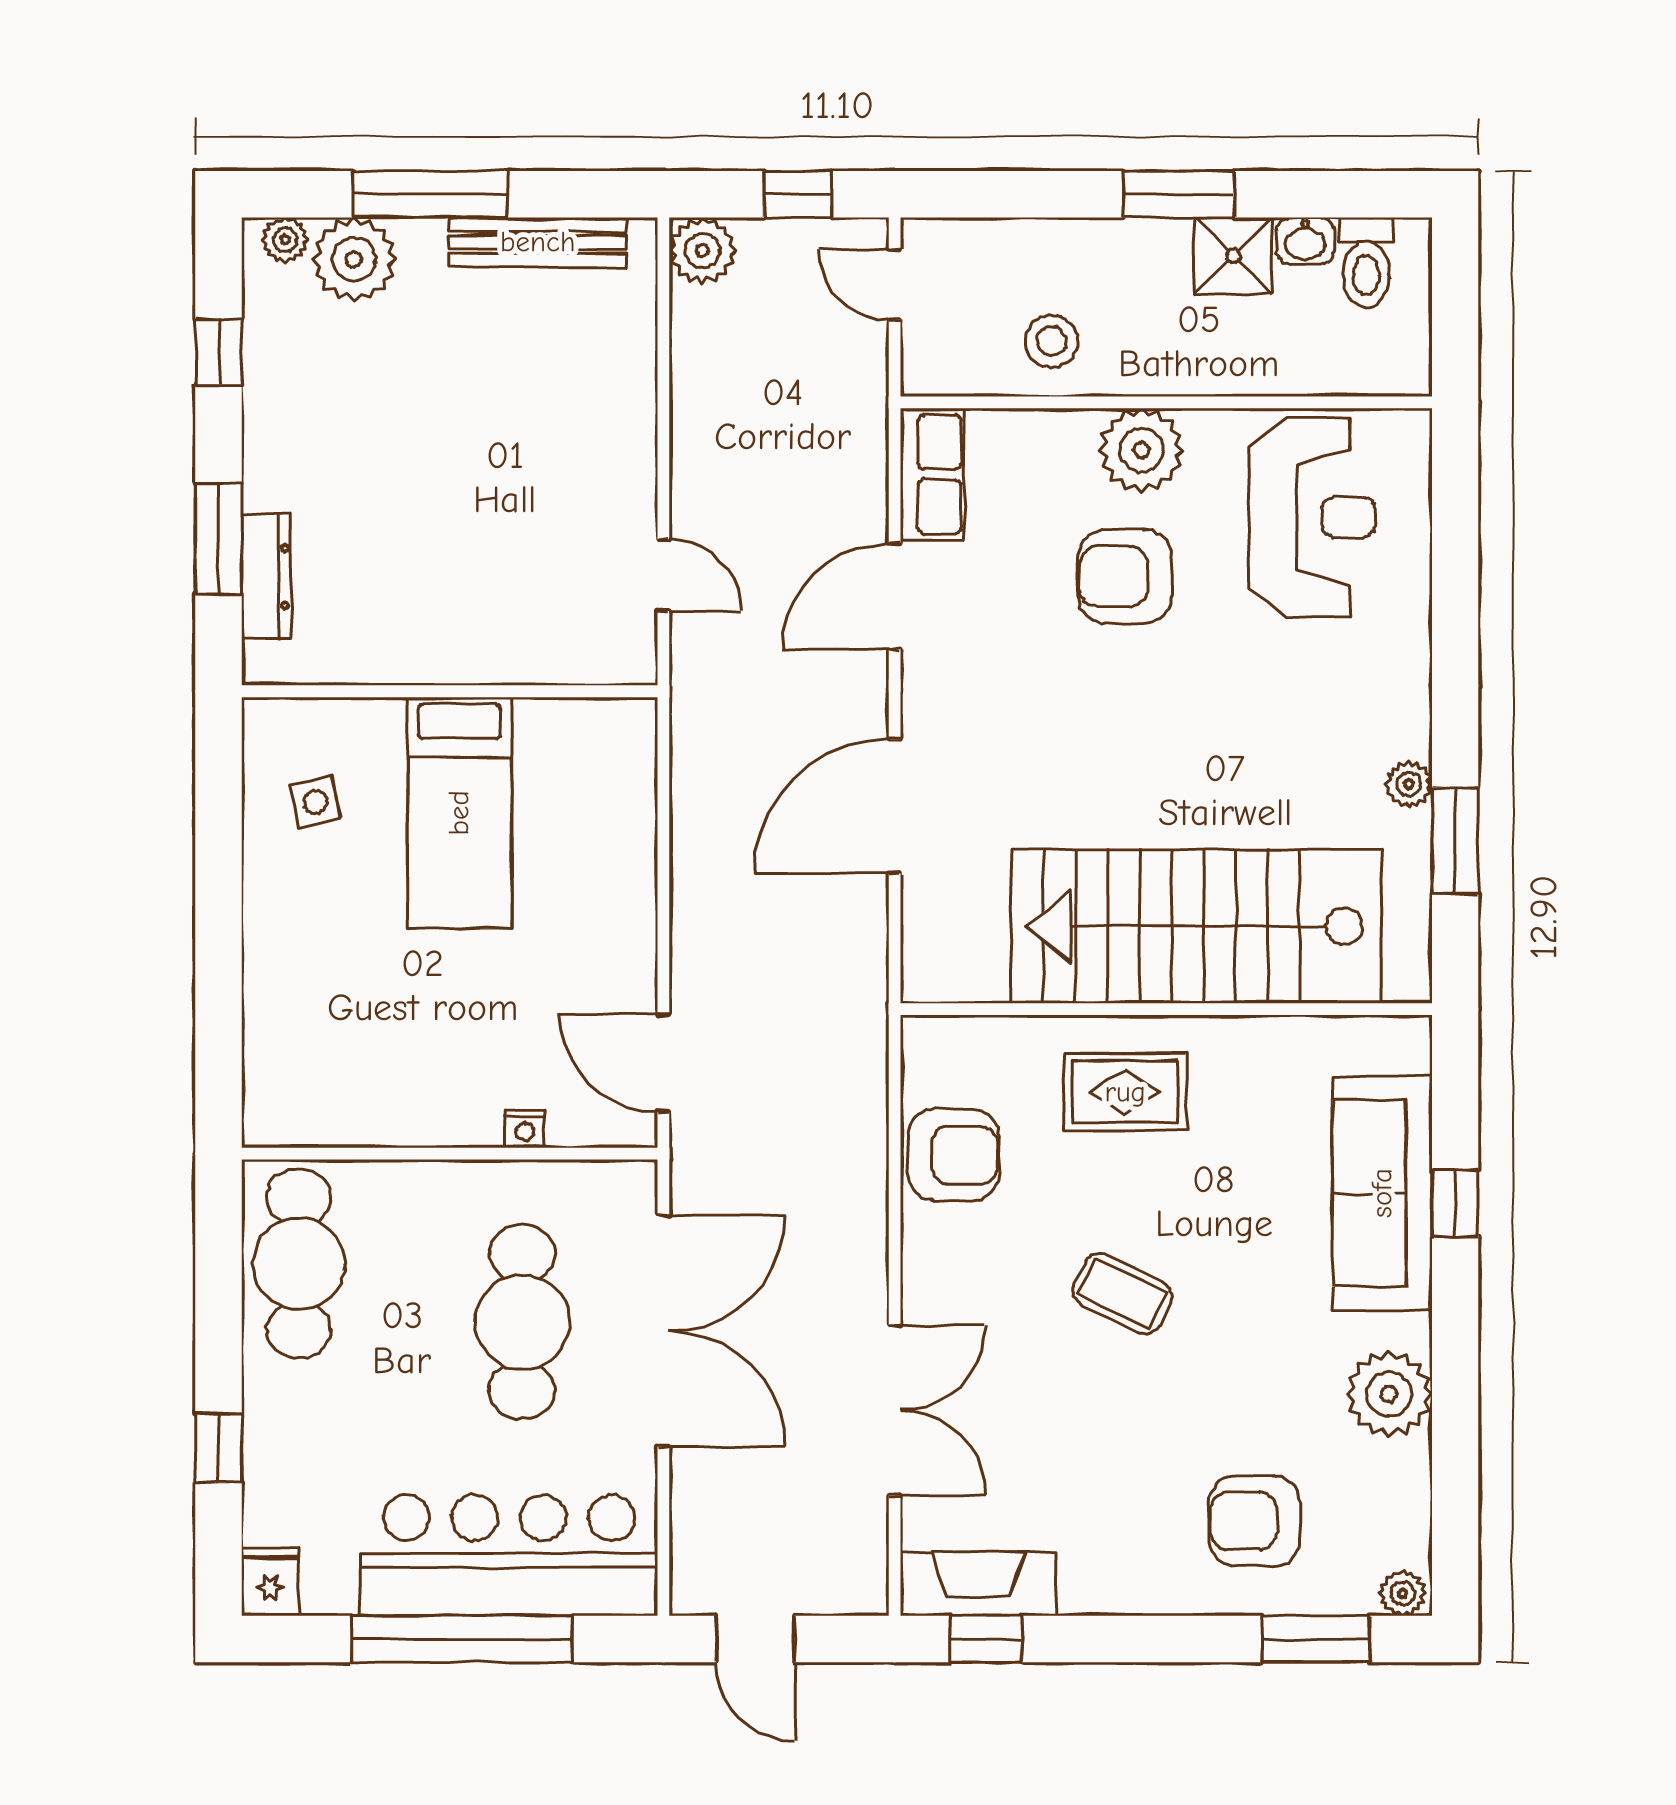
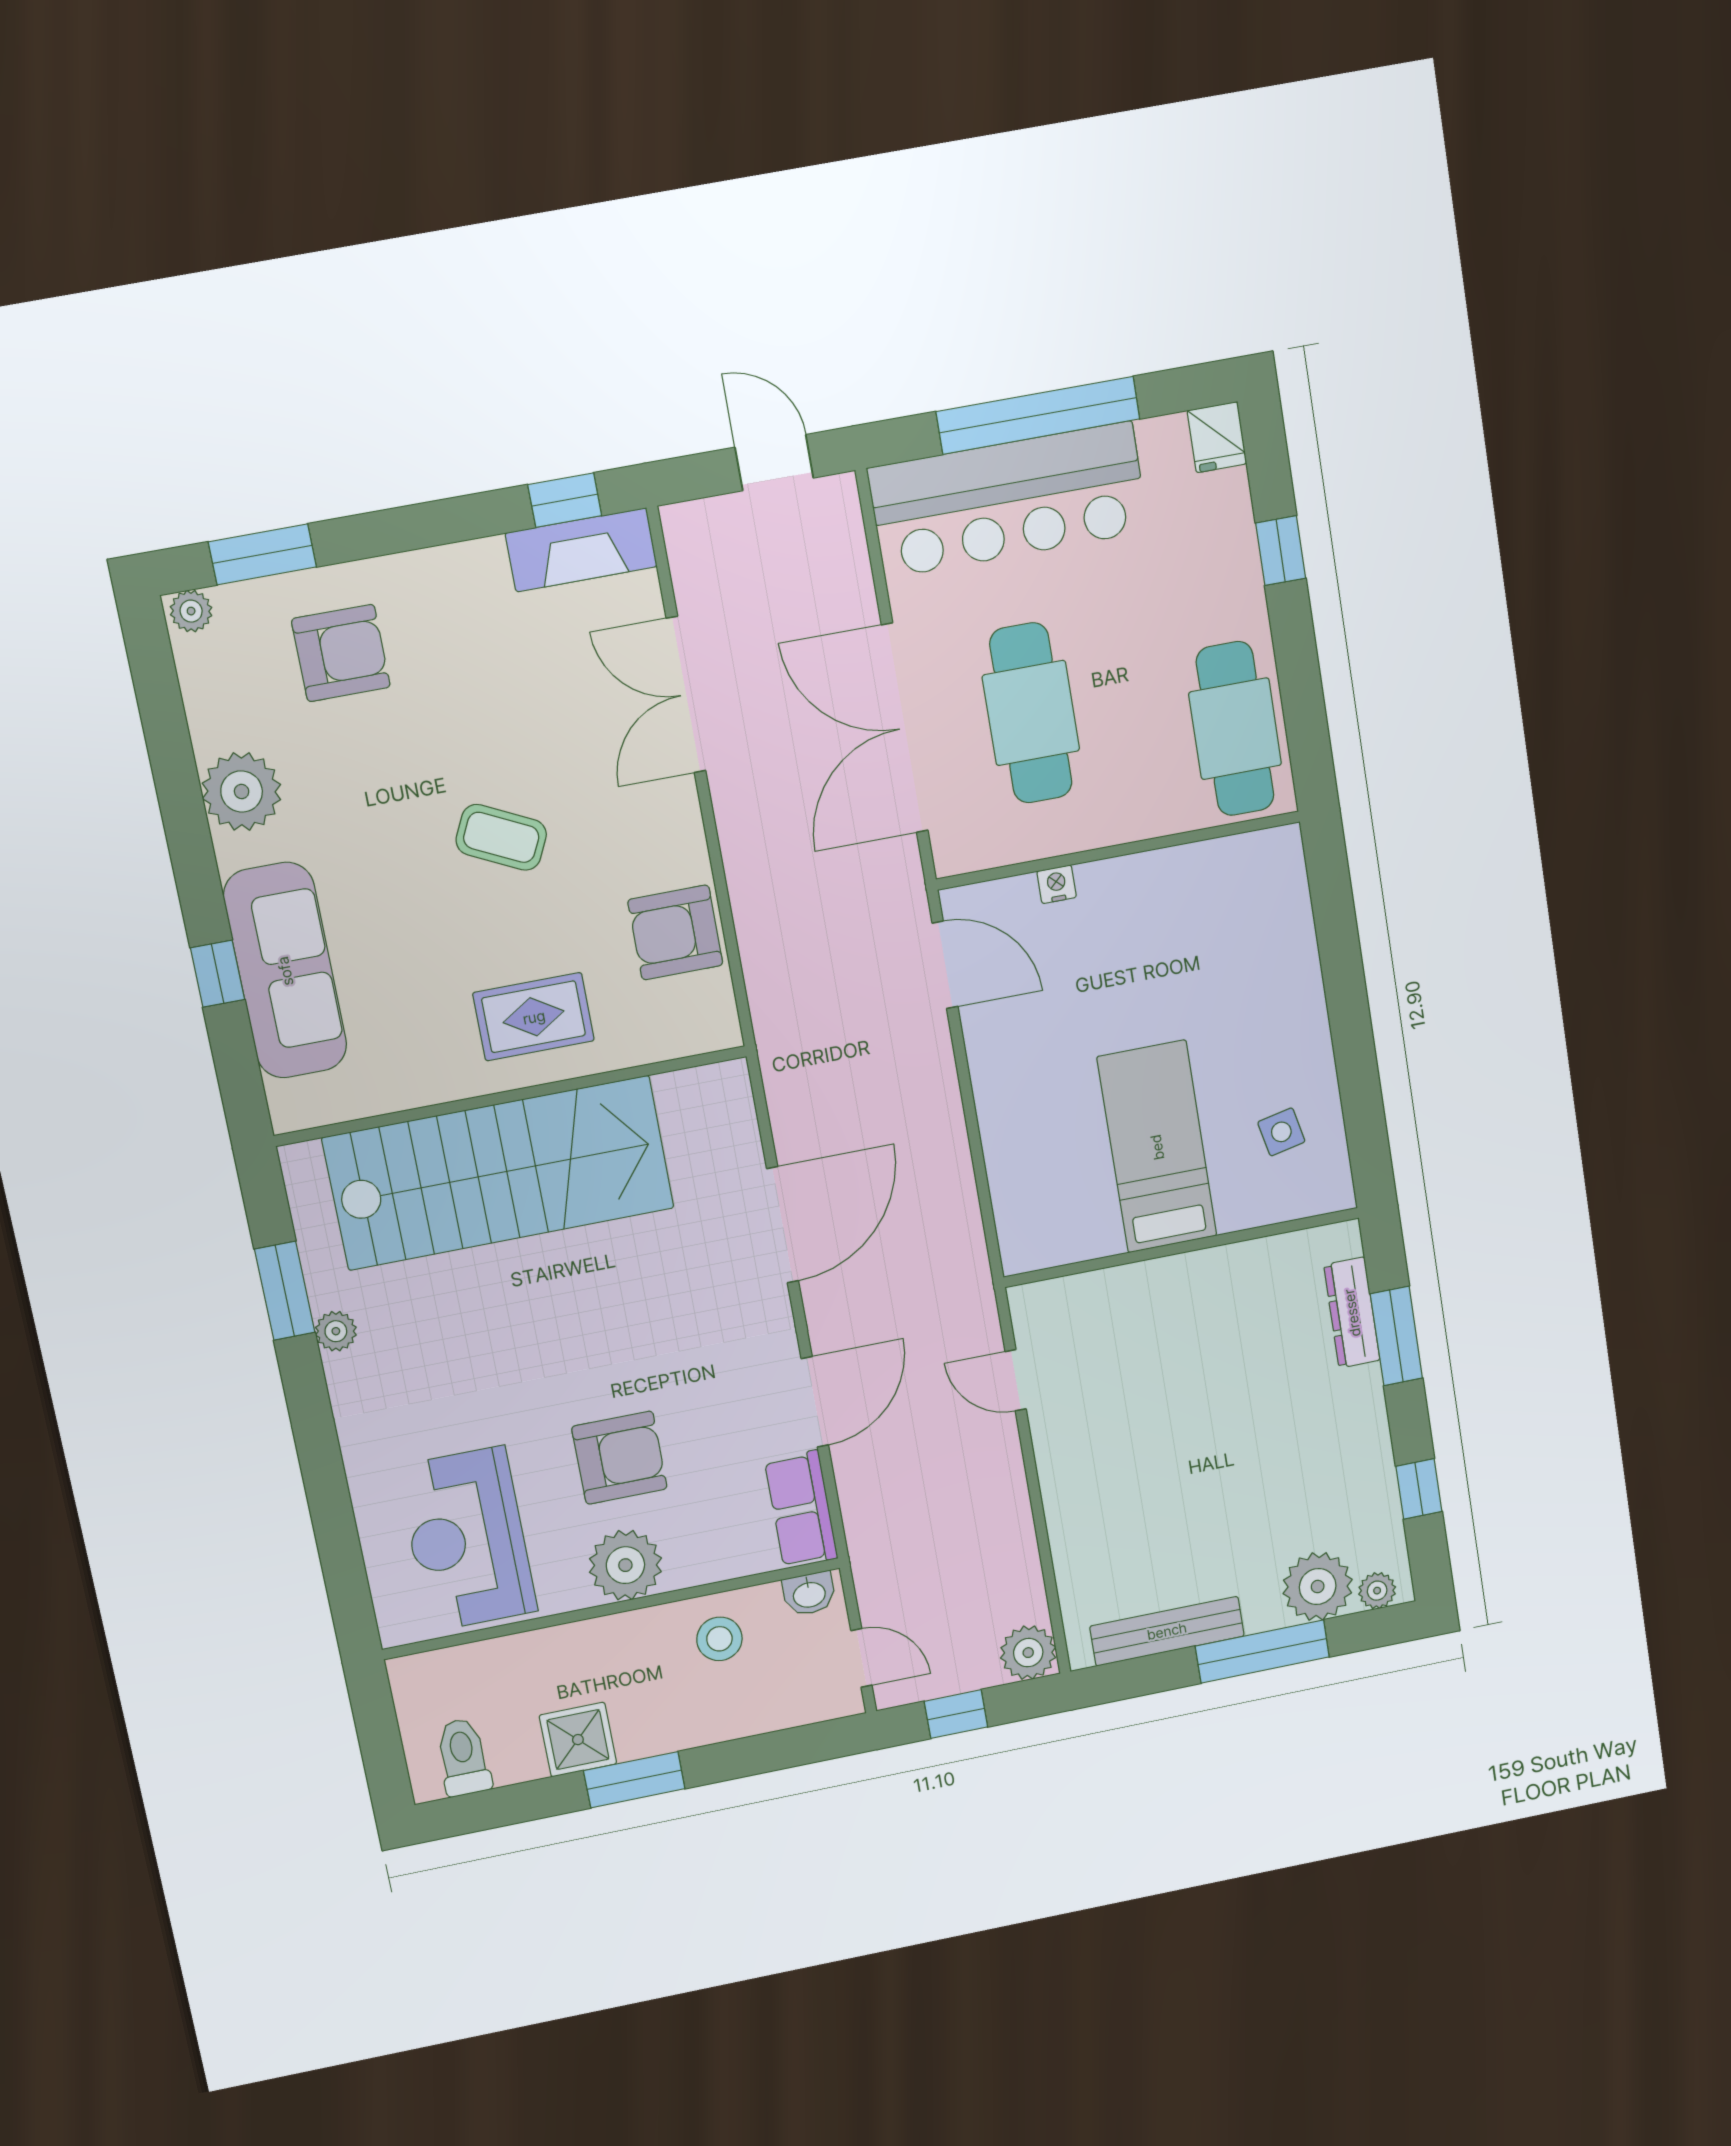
washbasin: (1305, 241) -> (809, 1594), moved, turned 180

